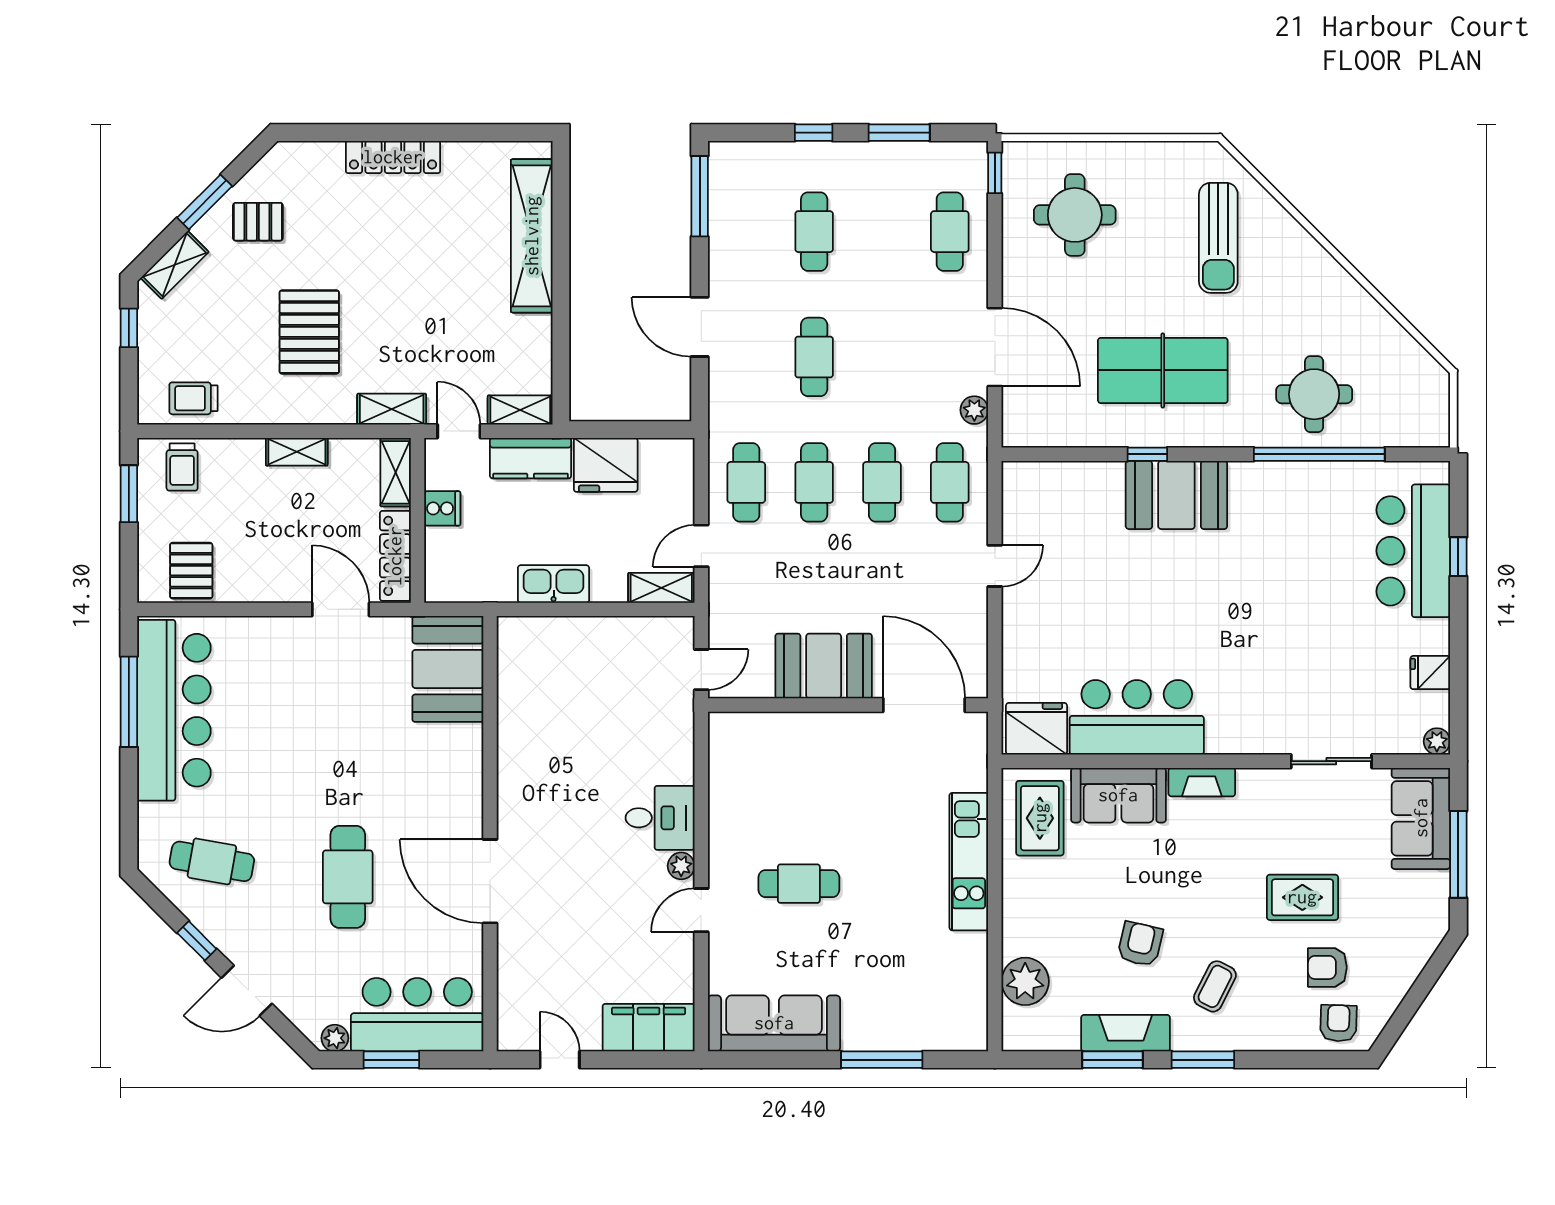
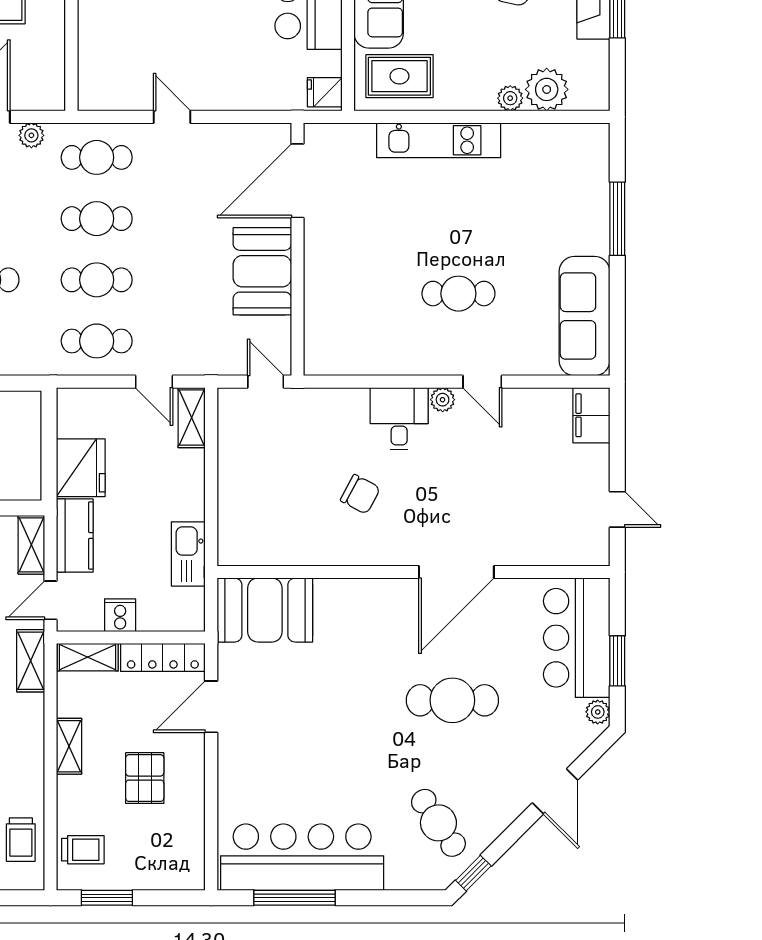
pallet: (191, 571) -> (145, 778), moved, turned 90
kitchen sink: (554, 584) -> (188, 554), moved
fridge: (1036, 729) -> (325, 92), width x0.53, depth x0.75
chair: (576, 775) -> (360, 494), added
cafe table: (212, 861) -> (438, 823), turned -44
cafe table: (799, 884) -> (458, 294), turned 90
window: (197, 941) -> (473, 873), moved
plant: (1015, 941) -> (510, 98), added
filing cabinet: (649, 1028) -> (591, 415), width x0.67, depth x0.86
door: (560, 1060) -> (617, 509), swing flipped

